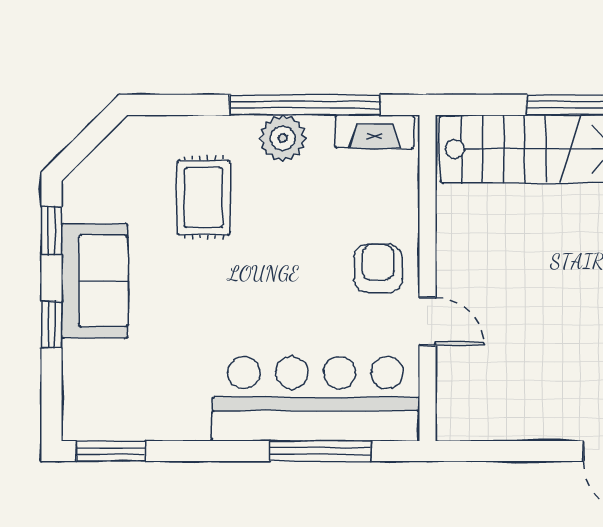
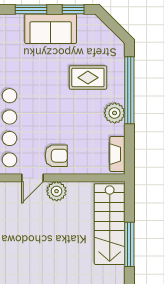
window: (305, 105) -> (129, 90), moved
plant: (457, 268) -> (57, 191), added
window: (52, 325) -> (31, 9), width x1.50

